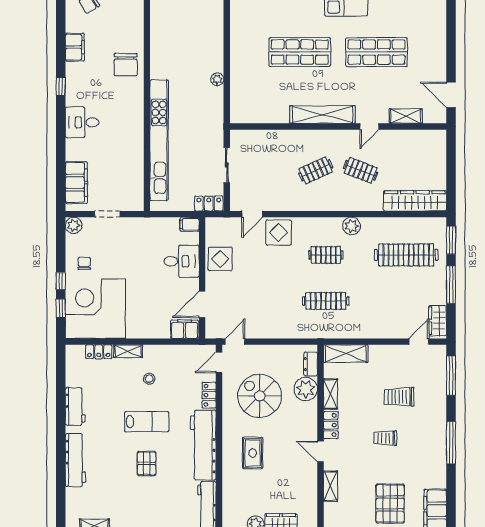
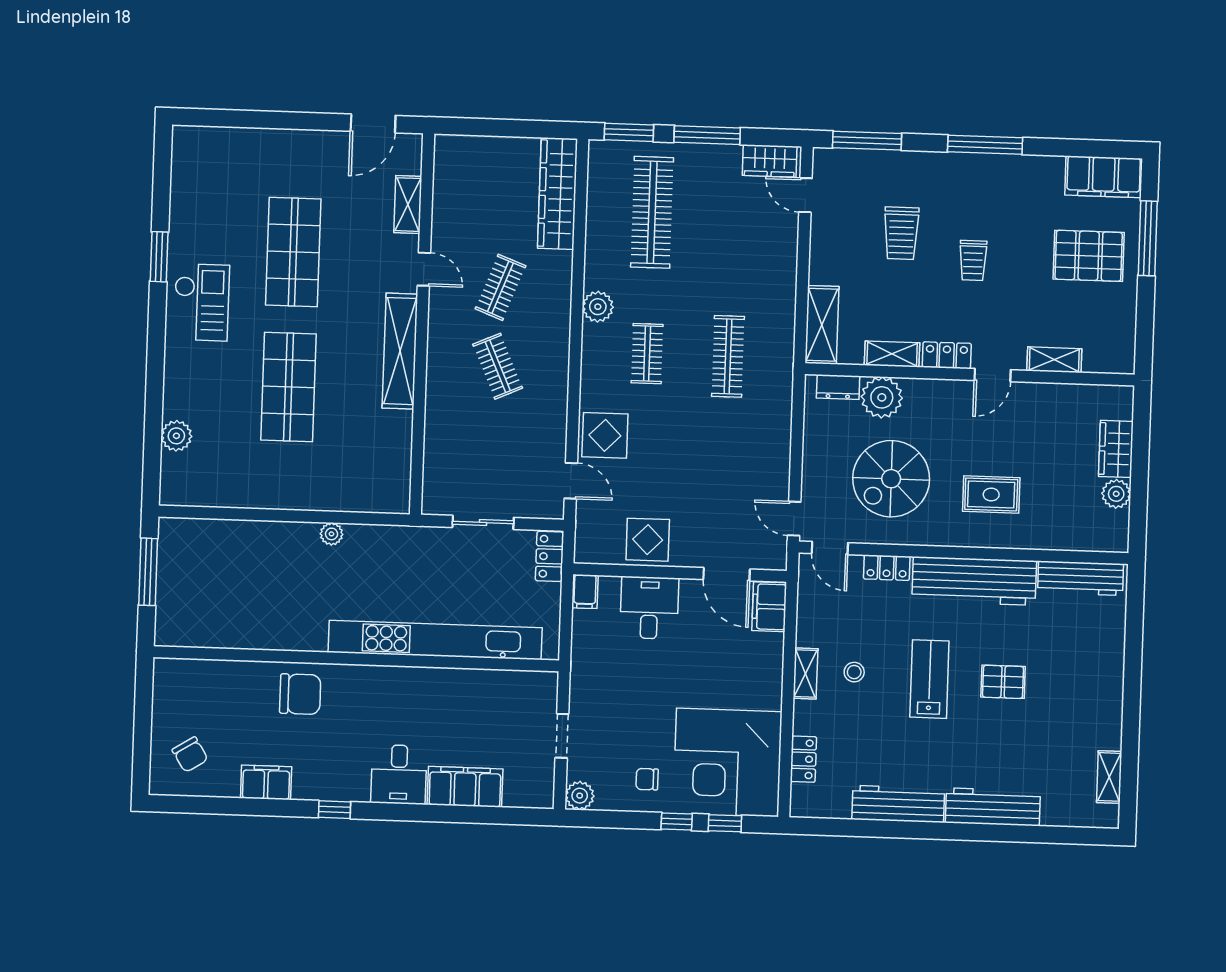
filing cabinet: (76, 183) -> (465, 787), moved
shelving: (128, 351) -> (806, 673), moved
workbench: (75, 406) -> (898, 804), width x1.38

